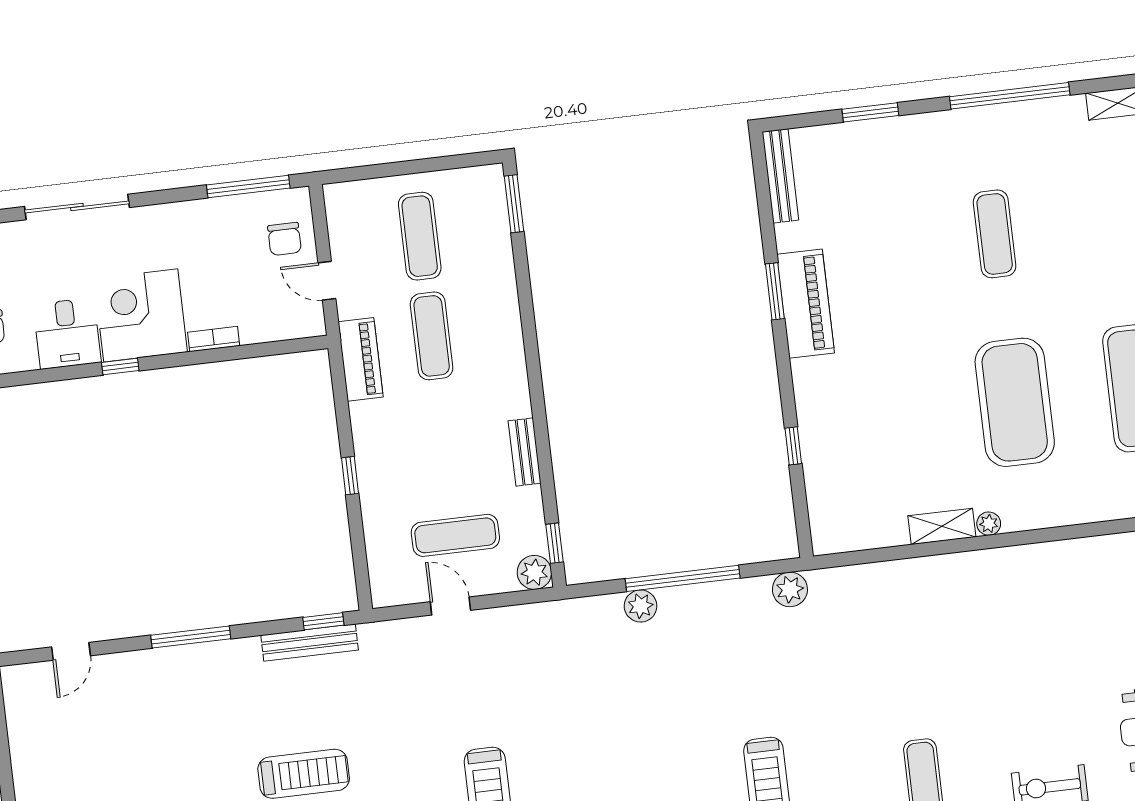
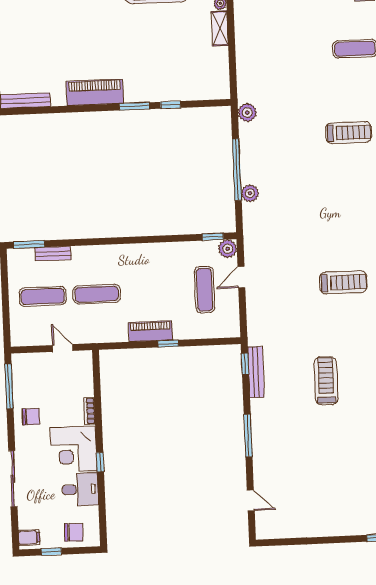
chair: (284, 239) -> (31, 417), moved
door: (327, 281) -> (63, 348), swing flipped
window: (775, 291) -> (135, 106), moved
piano: (361, 359) -> (150, 331), moved
bench: (525, 452) -> (53, 254), moved
door: (450, 606) -> (241, 277), moved

